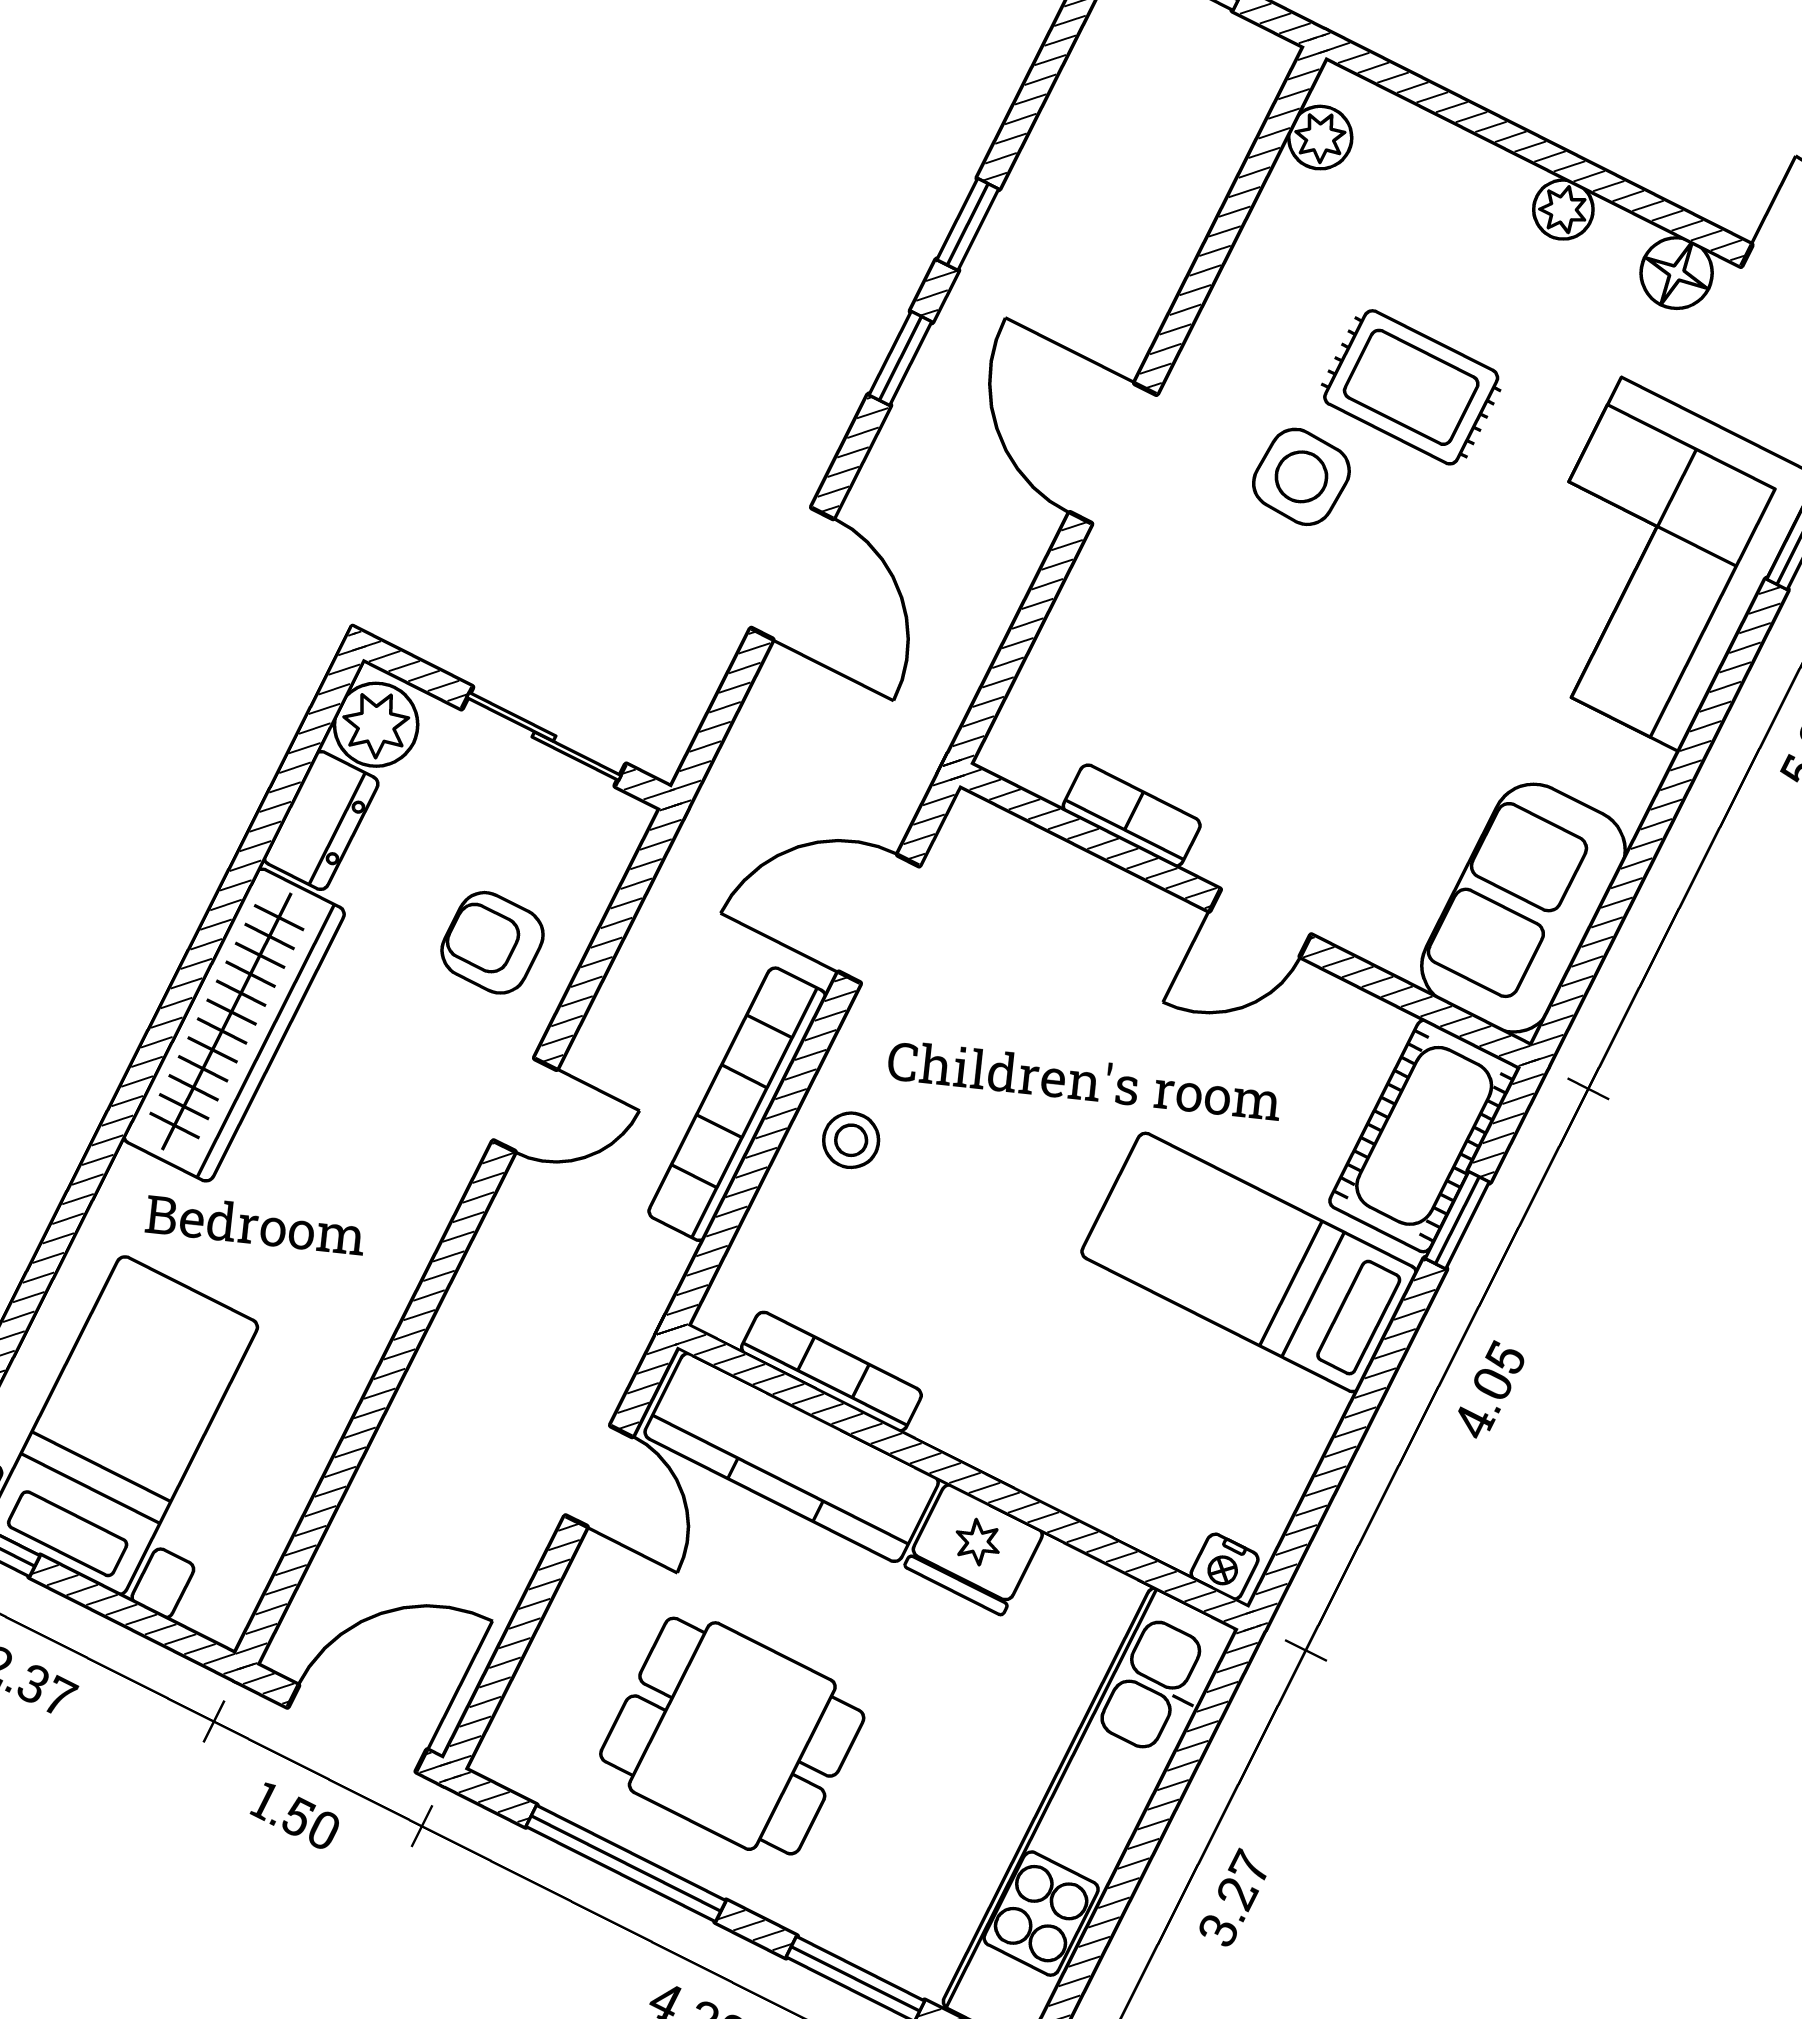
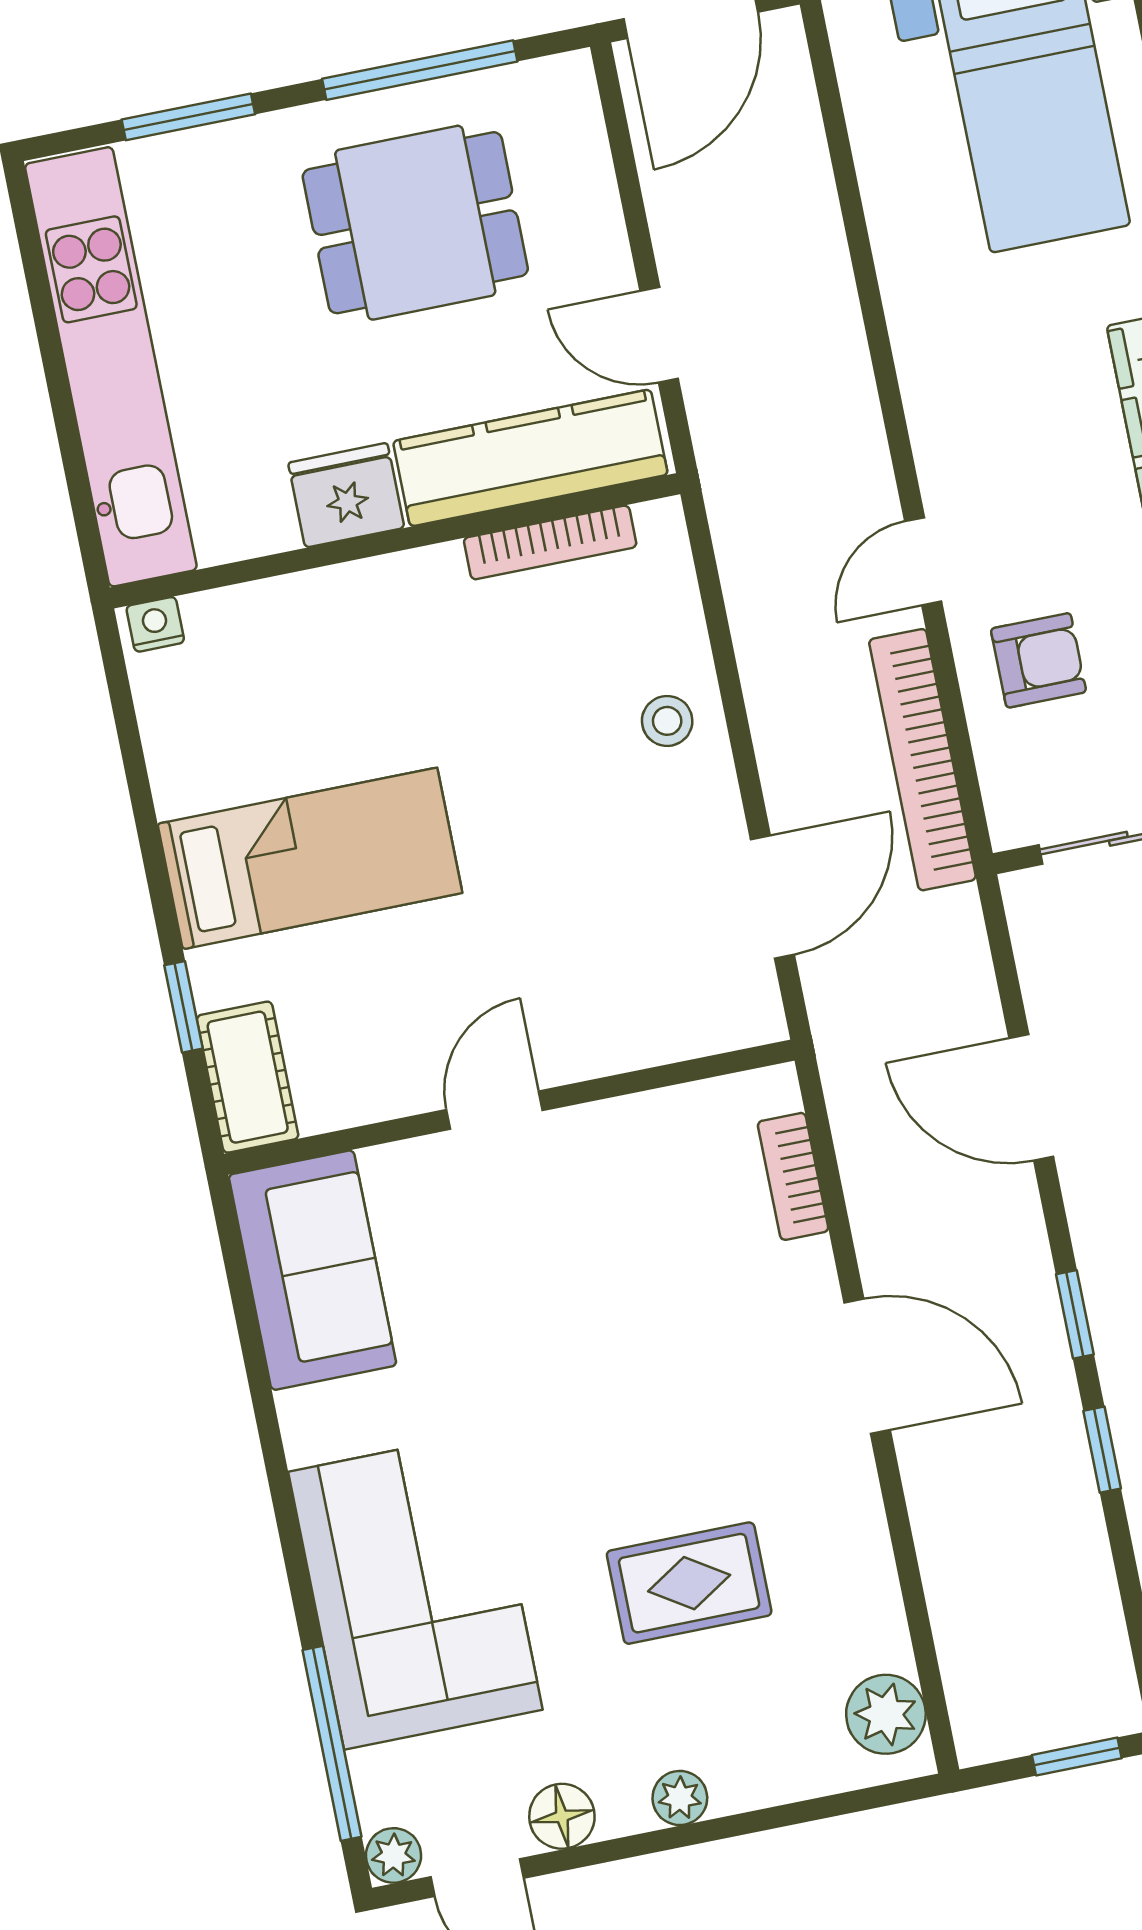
plant: (1320, 138) -> (886, 1714), width x1.38, depth x1.38
side table: (1301, 477) -> (718, 1456), removed
bookcase: (1132, 816) -> (793, 1176), moved, turned 90
bookcase: (737, 1104) -> (922, 760), moved, turned 180
cot: (1424, 1136) -> (248, 1077), width x0.73, depth x0.75

